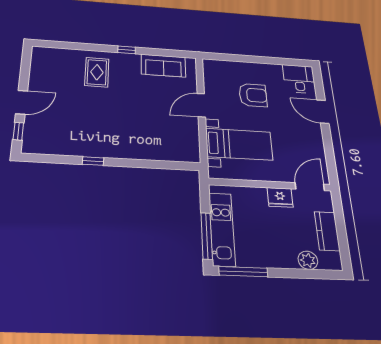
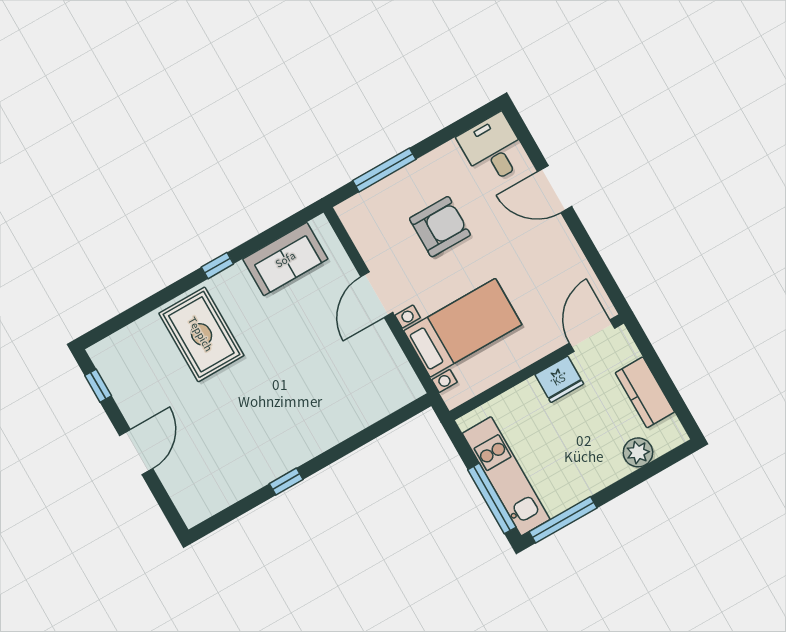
window: (238, 58) -> (384, 170), added
rug: (97, 72) -> (201, 334), width x1.36, depth x1.43
window: (18, 131) -> (98, 386), moved

